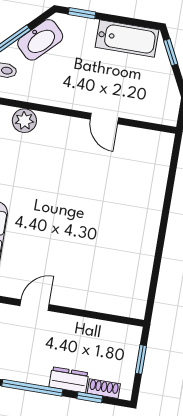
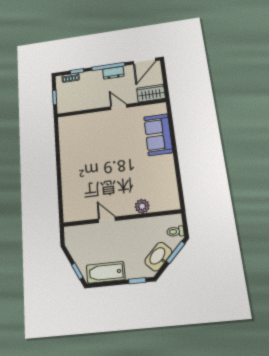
plant: (24, 121) -> (142, 206), moved
door: (35, 305) -> (119, 107), swing flipped
dresser: (69, 380) -> (113, 73), moved

